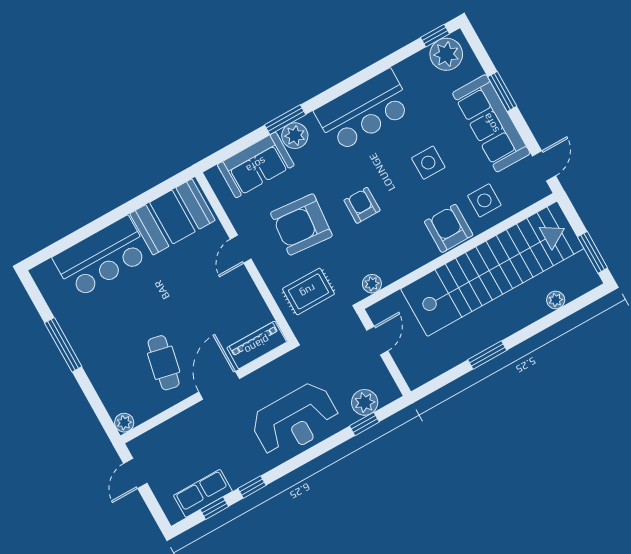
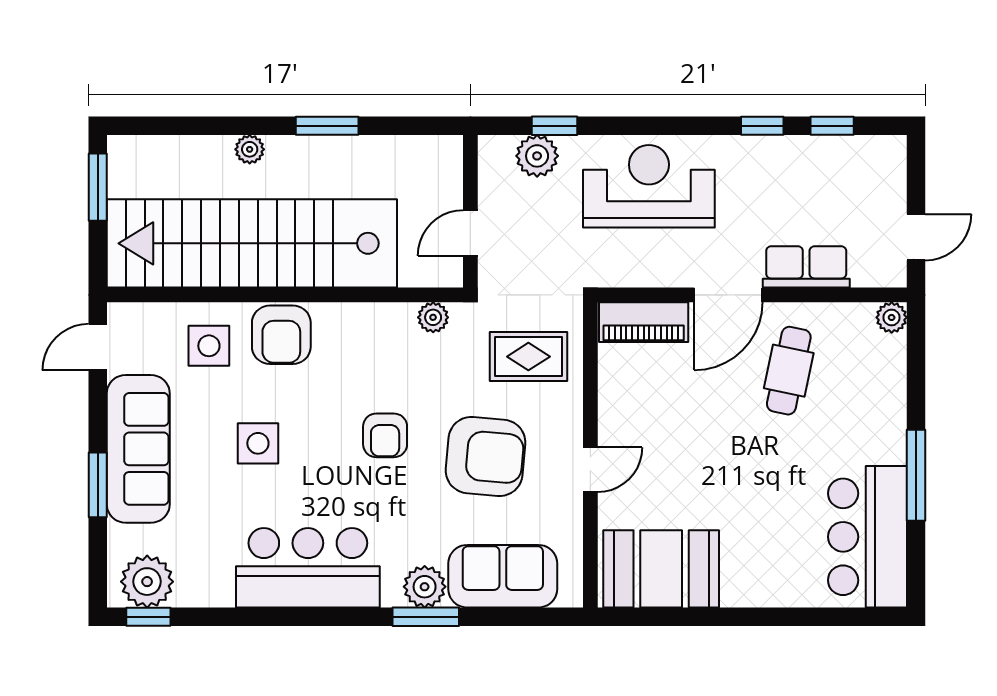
bar counter: (102, 257) -> (867, 537), moved, turned -90
plant: (556, 300) -> (250, 149), moved
row of seats: (203, 493) -> (806, 267), moved, turned 180

